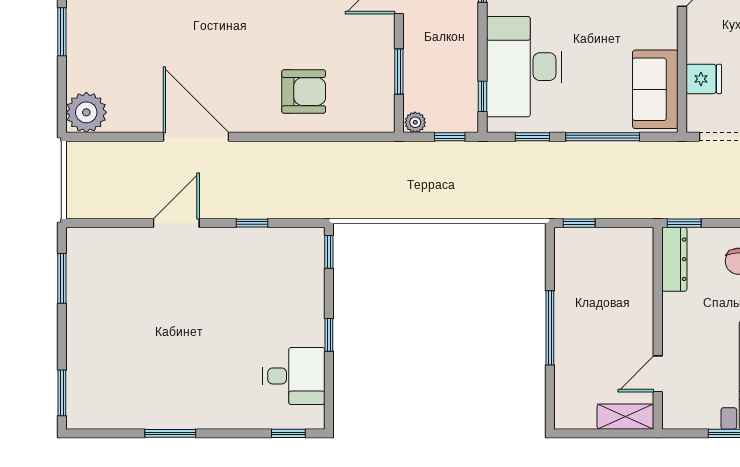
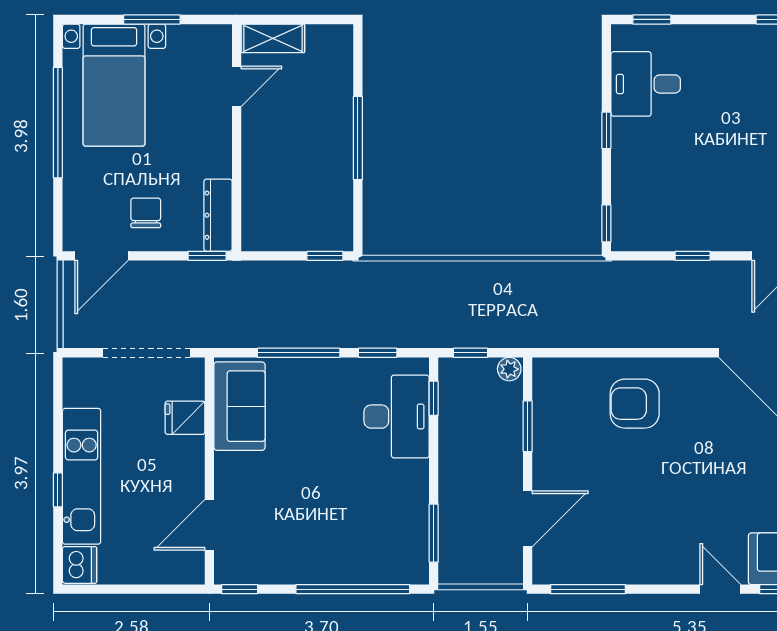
desk: (524, 67) -> (397, 417), width x0.73, depth x0.77

